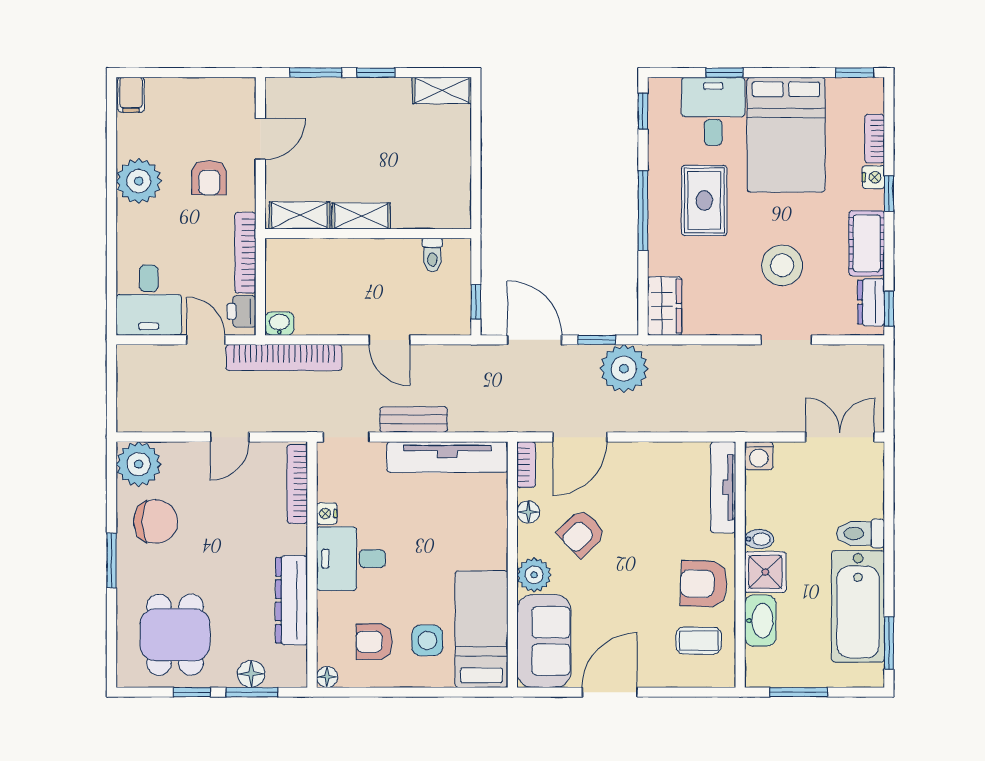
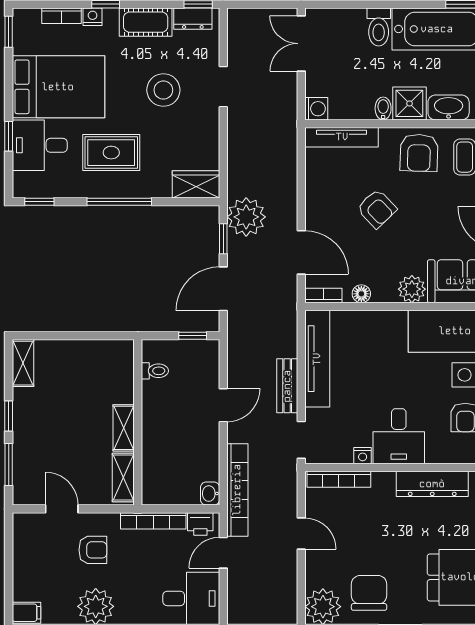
armchair: (581, 533) -> (377, 209), moved

